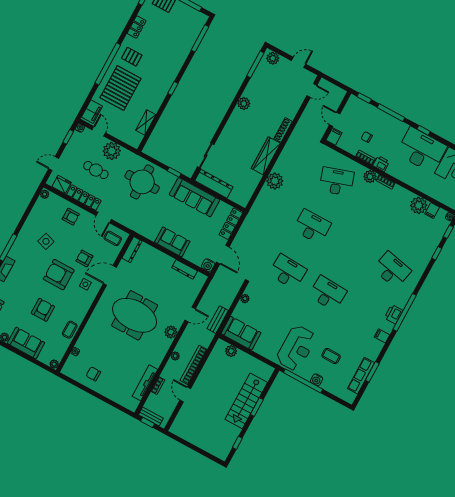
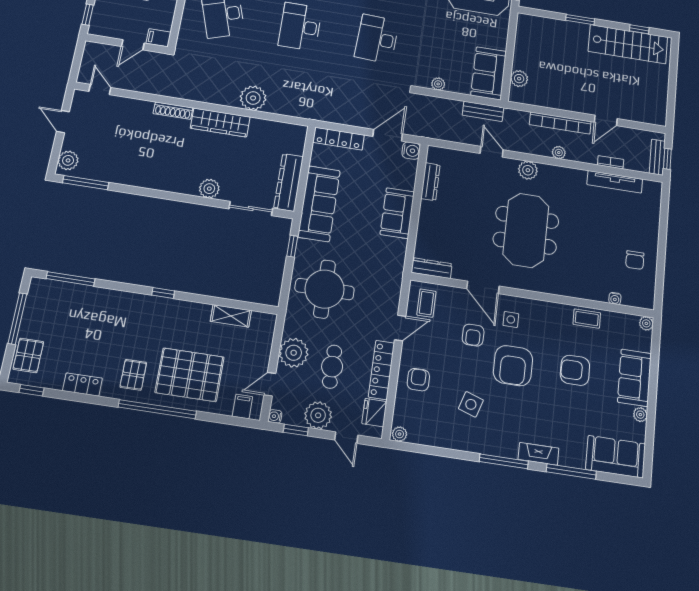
plant: (244, 103) -> (209, 189), moved
filing cabinet: (92, 112) -> (242, 406), width x0.50
plant: (72, 152) -> (318, 415), added
stairs: (246, 401) -> (628, 44), moved

